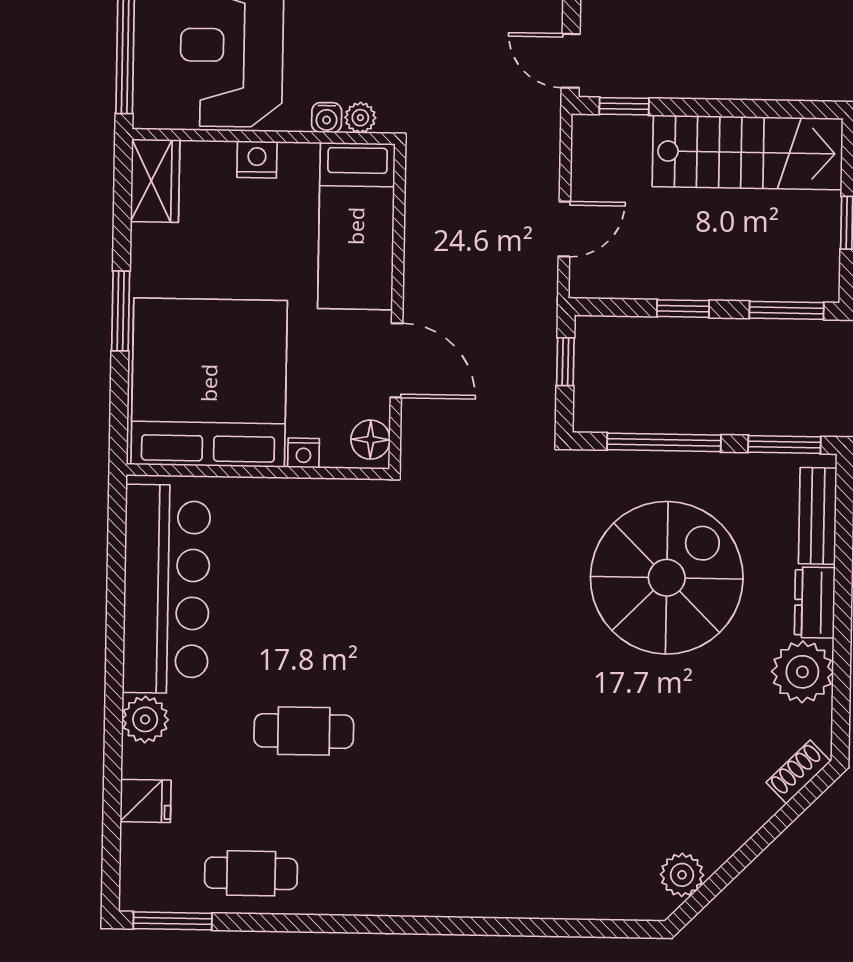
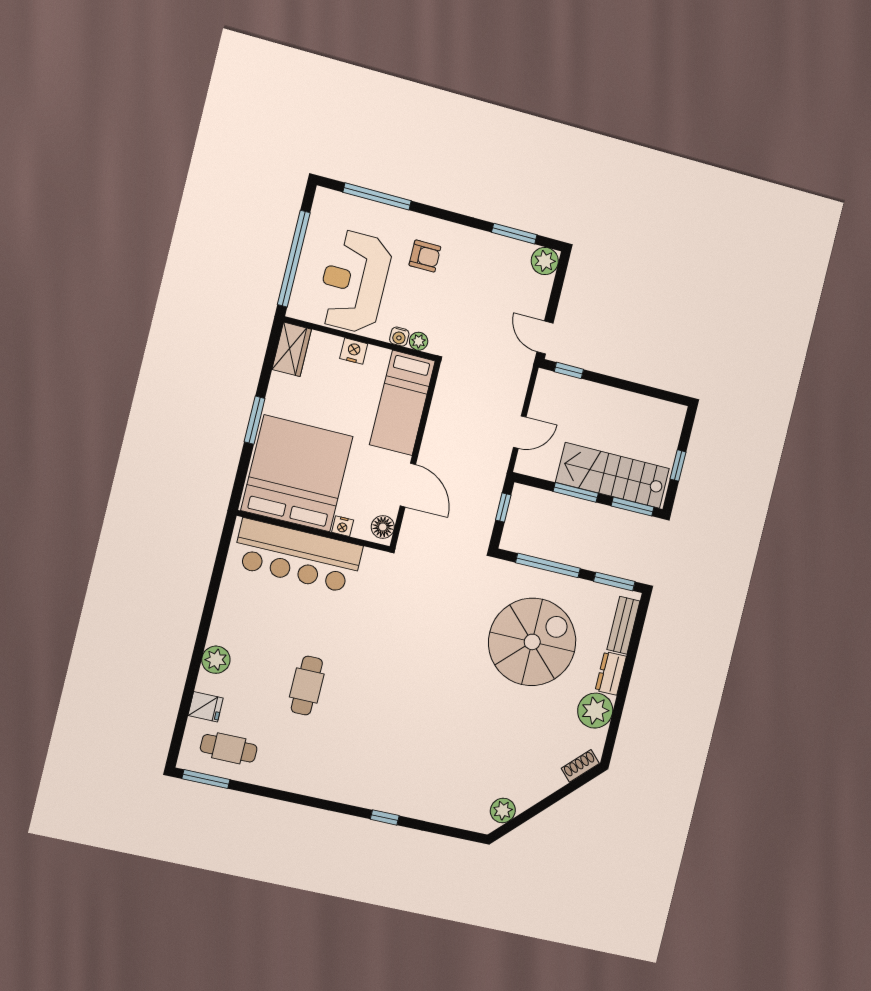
stairs: (748, 152) -> (613, 475), moved, turned 180
window: (683, 309) -> (576, 492), width x1.50
bar counter: (166, 589) -> (298, 556), moved, turned 90
cafe table: (304, 731) -> (307, 686), turned 90
cafe table: (251, 873) -> (229, 748), moved
window: (484, 926) -> (385, 817), added

